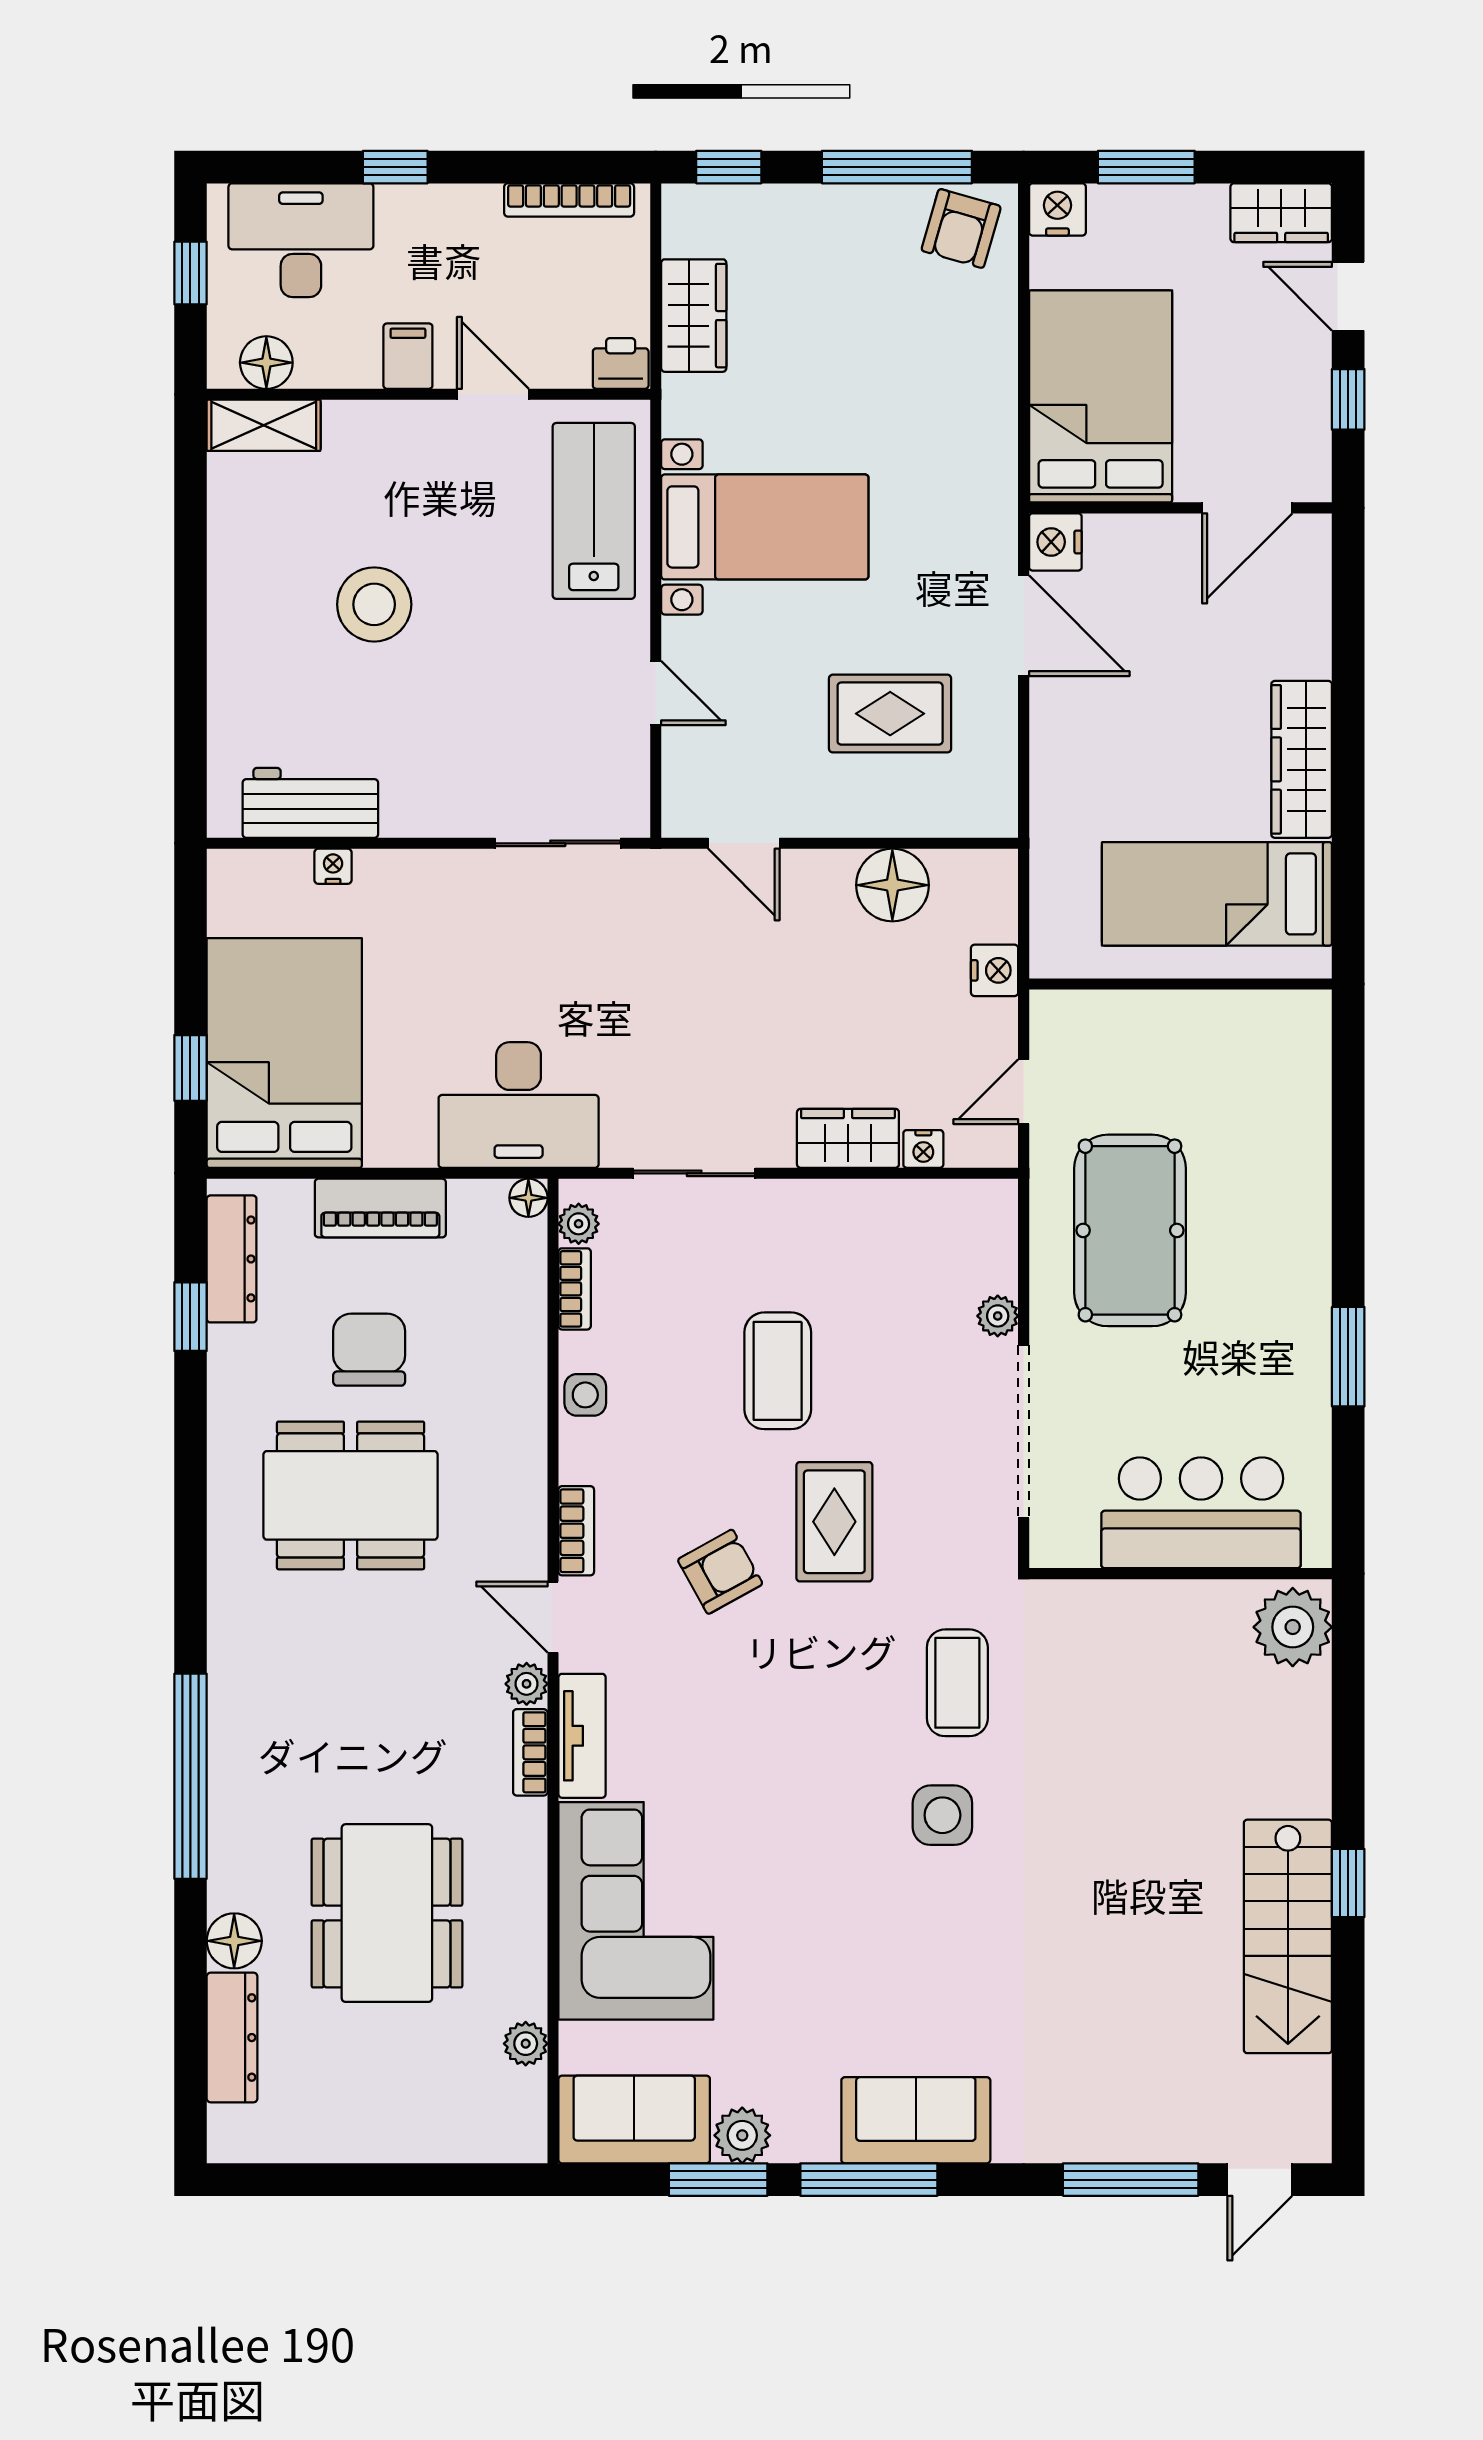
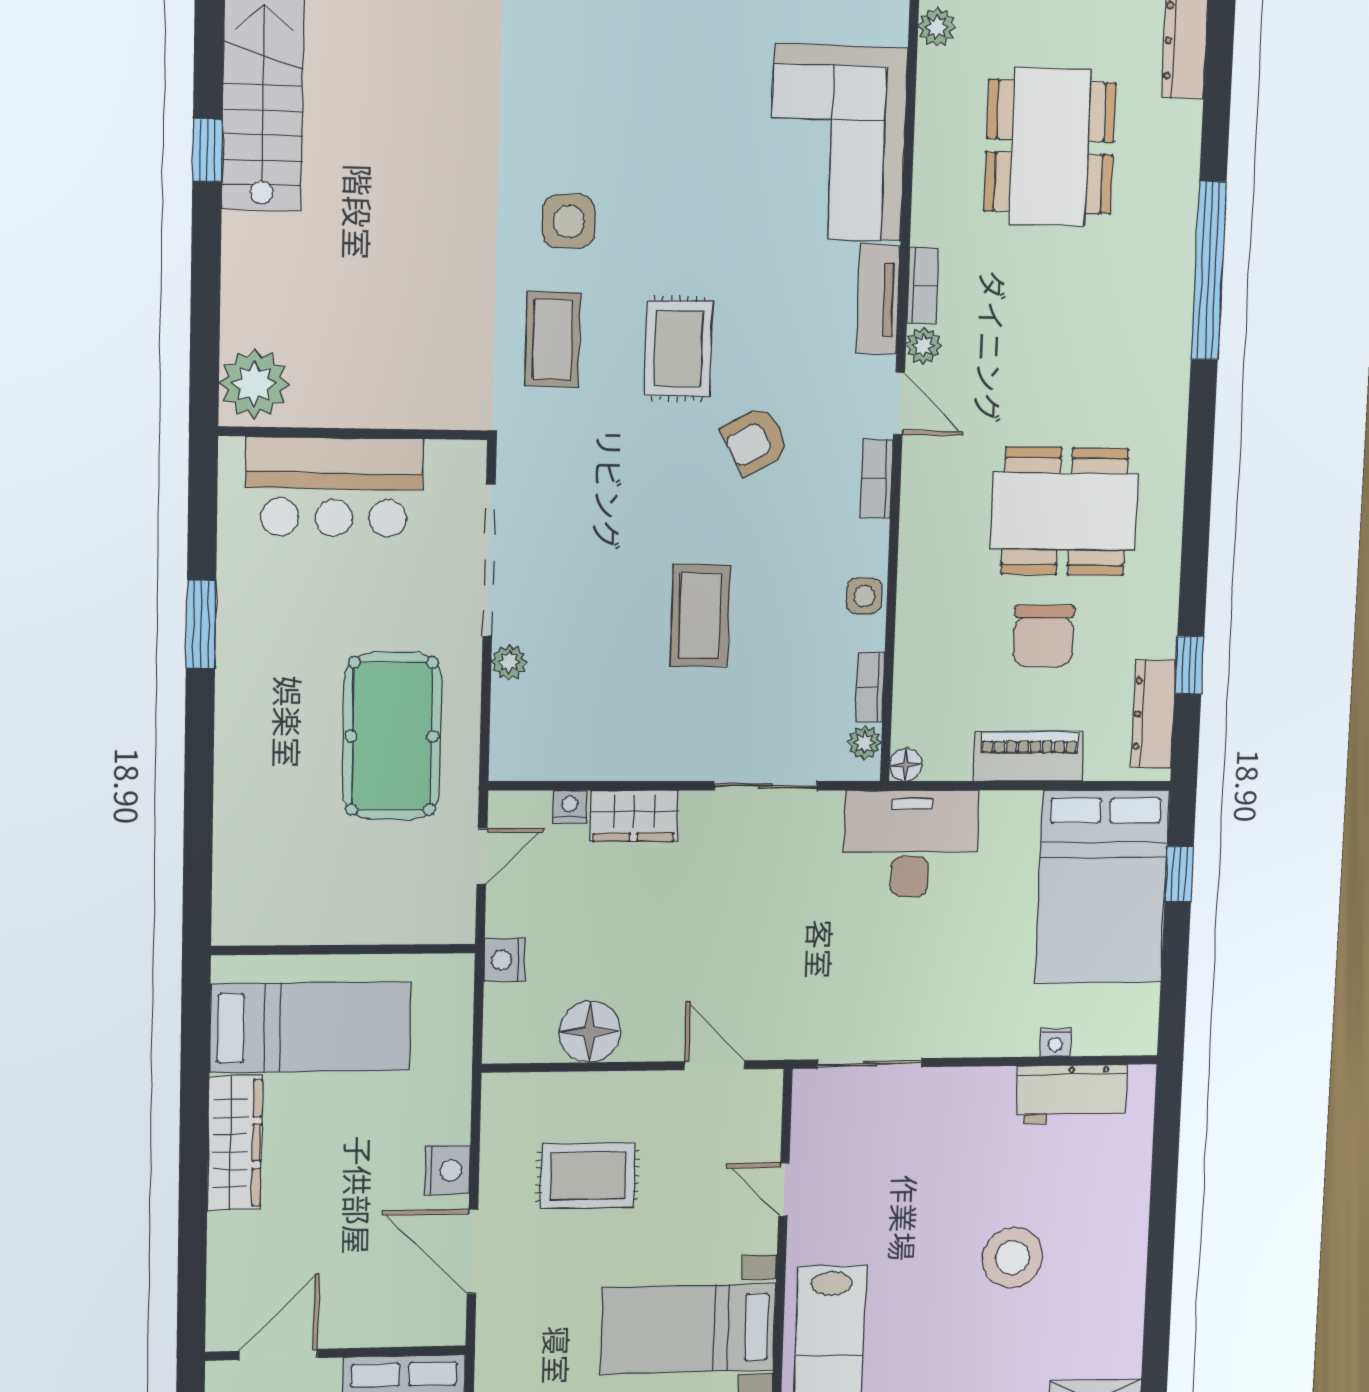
nightstand: (1055, 542) -> (447, 1170), moved
rug: (834, 1522) -> (678, 349), moved
floor lamp: (234, 1941) -> (1179, 126), removed

